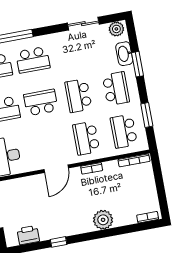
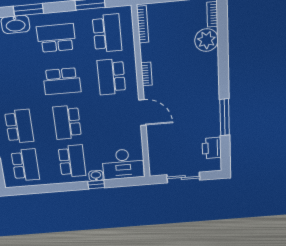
school desk: (124, 131) -> (107, 33), turned -90
school desk: (86, 138) -> (111, 77), turned 90
plant: (103, 220) -> (206, 40), moved
window: (59, 242) -> (225, 117), width x2.17

